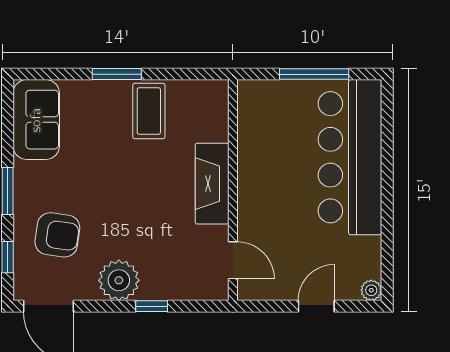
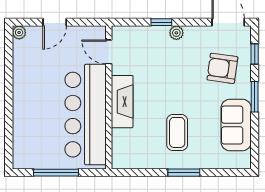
coffee table: (149, 111) -> (177, 132), moved
sofa: (36, 120) -> (236, 125), moved
bar counter: (350, 157) -> (86, 115), moved, turned 180
plant: (119, 280) -> (176, 33), width x0.53, depth x0.53

